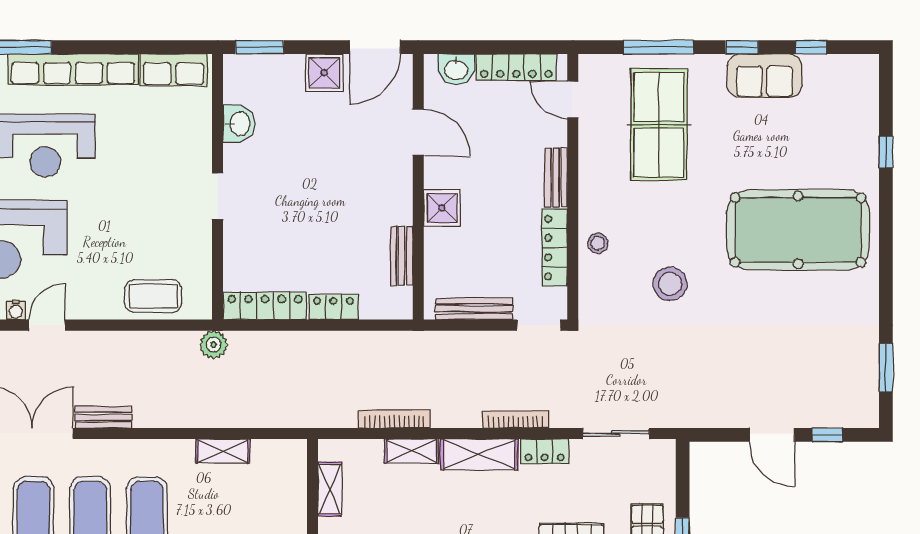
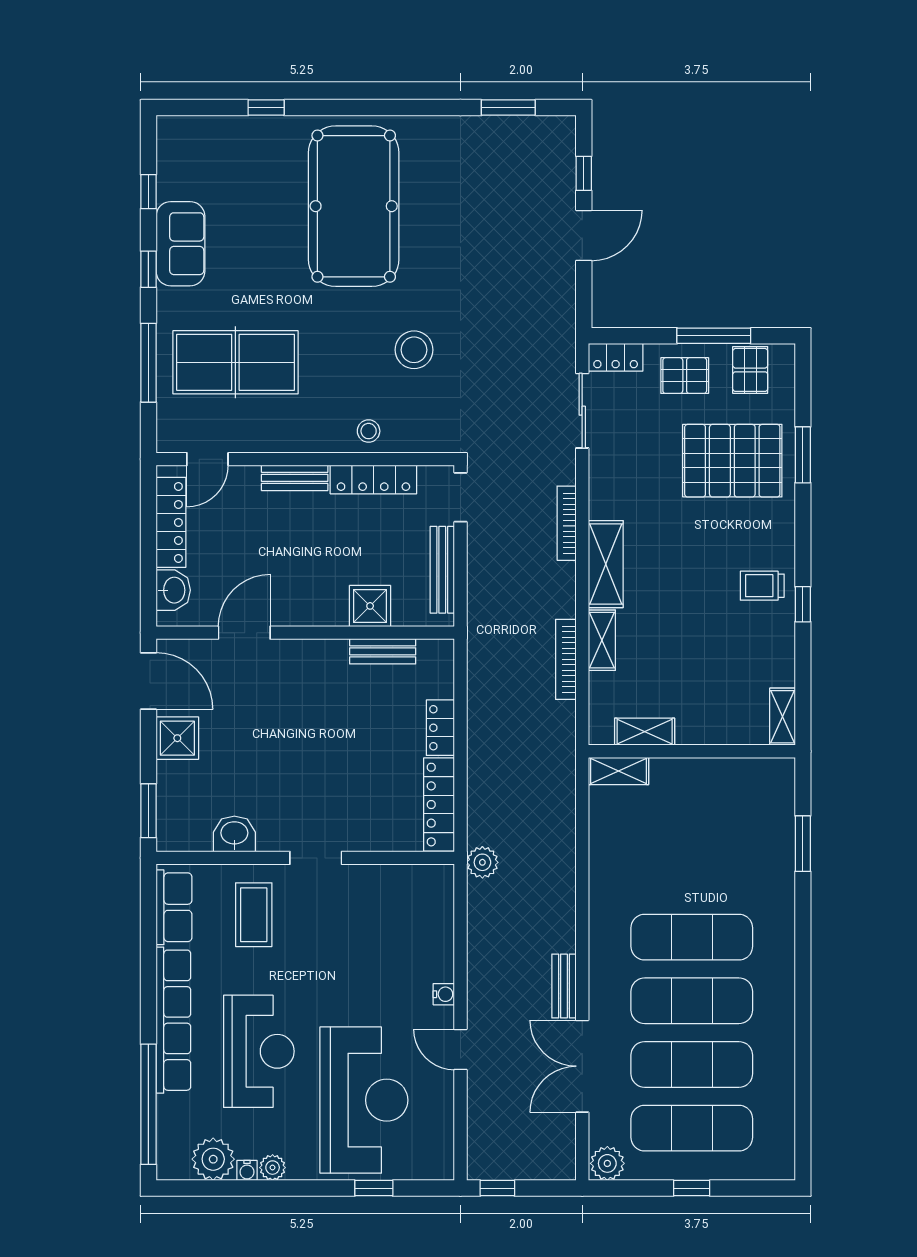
shower: (442, 208) -> (370, 606), moved
coffee table: (153, 296) -> (254, 915), moved
water cooler: (16, 310) -> (444, 994), moved
shelving: (223, 451) -> (618, 771), moved, turned 90
locker: (545, 451) -> (616, 357), moved, turned 90

